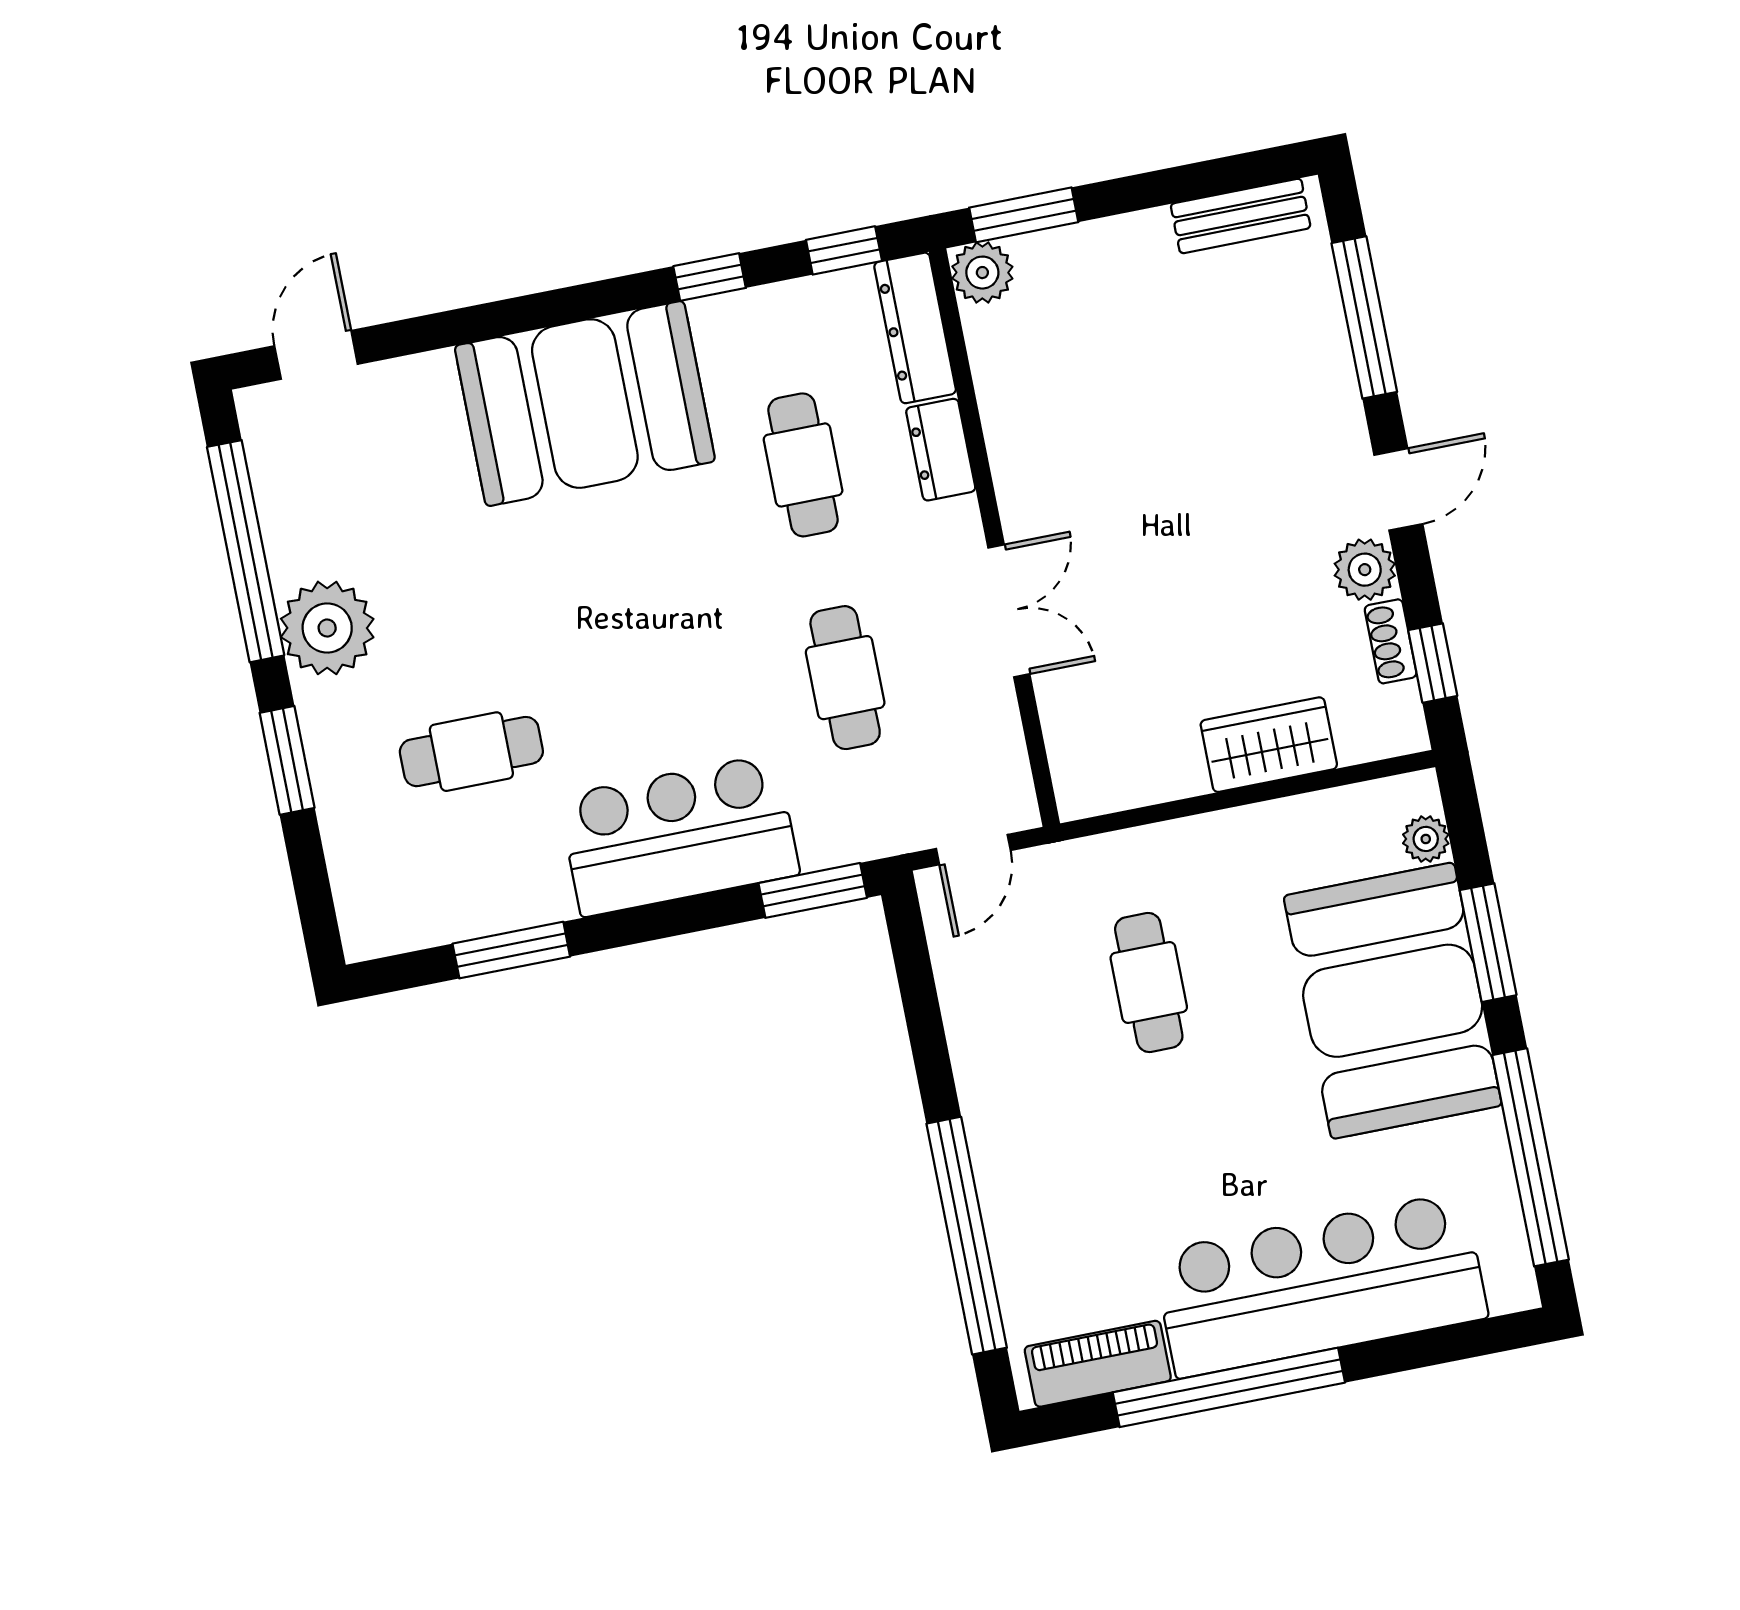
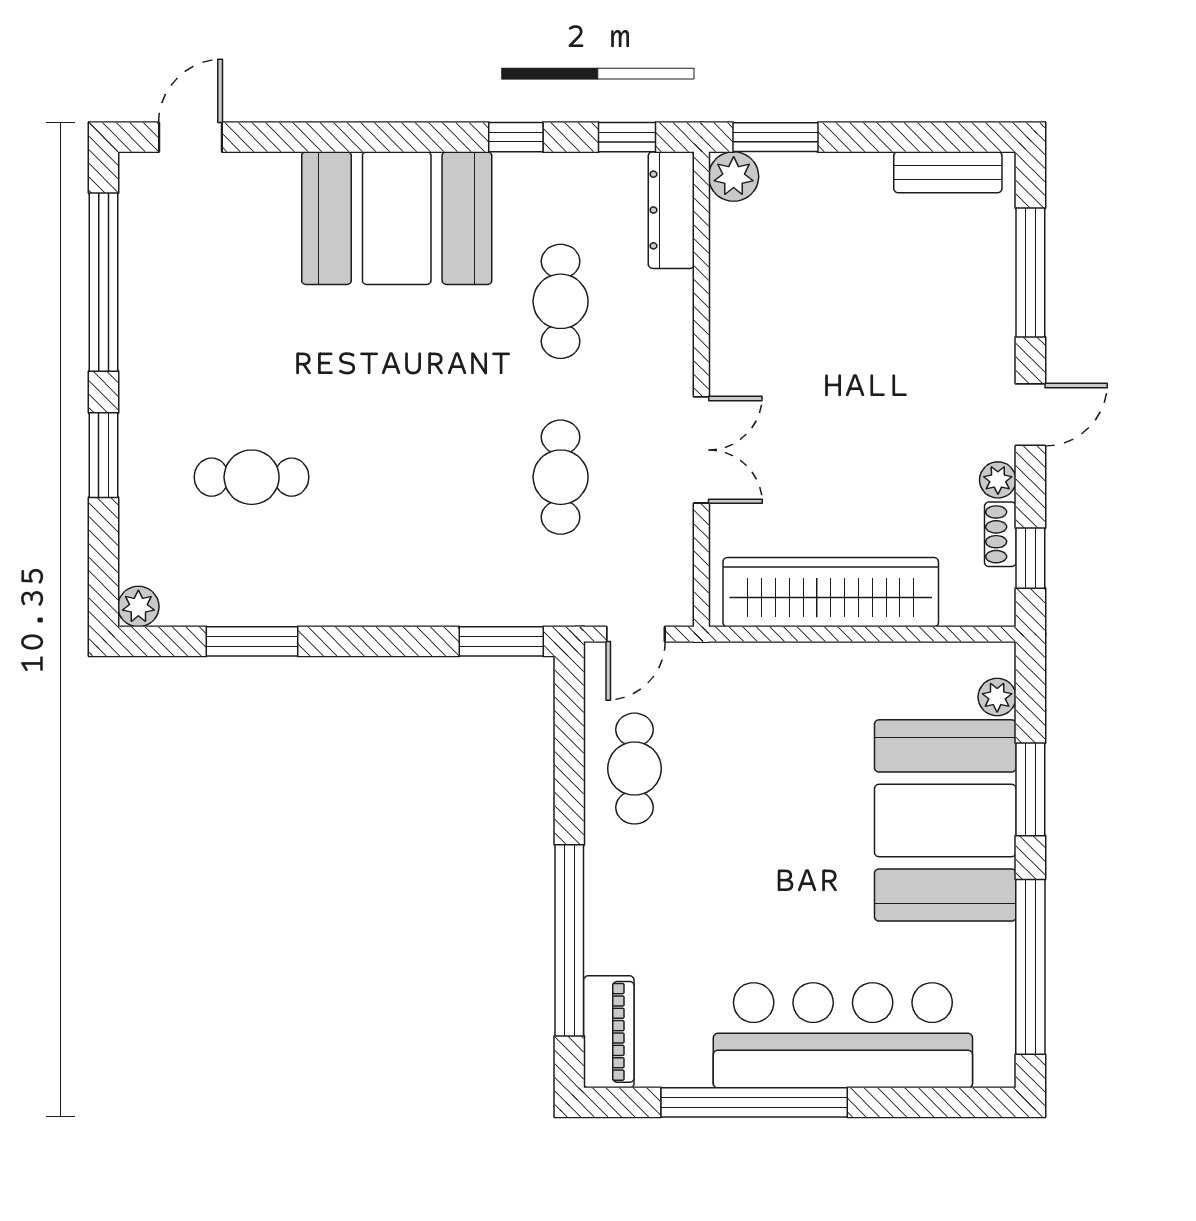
dresser: (941, 450) -> (673, 311), removed
plant: (1365, 570) -> (998, 480), width x0.73, depth x0.73
plant: (327, 628) -> (138, 607), moved, width x0.53, depth x0.53
wardrobe: (1269, 745) -> (831, 592), width x2.10, depth x1.17
bar counter: (679, 835) -> (403, 576), removed
cafe table: (1149, 982) -> (634, 769), moved
piano: (1098, 1364) -> (609, 1032), moved, turned 90

